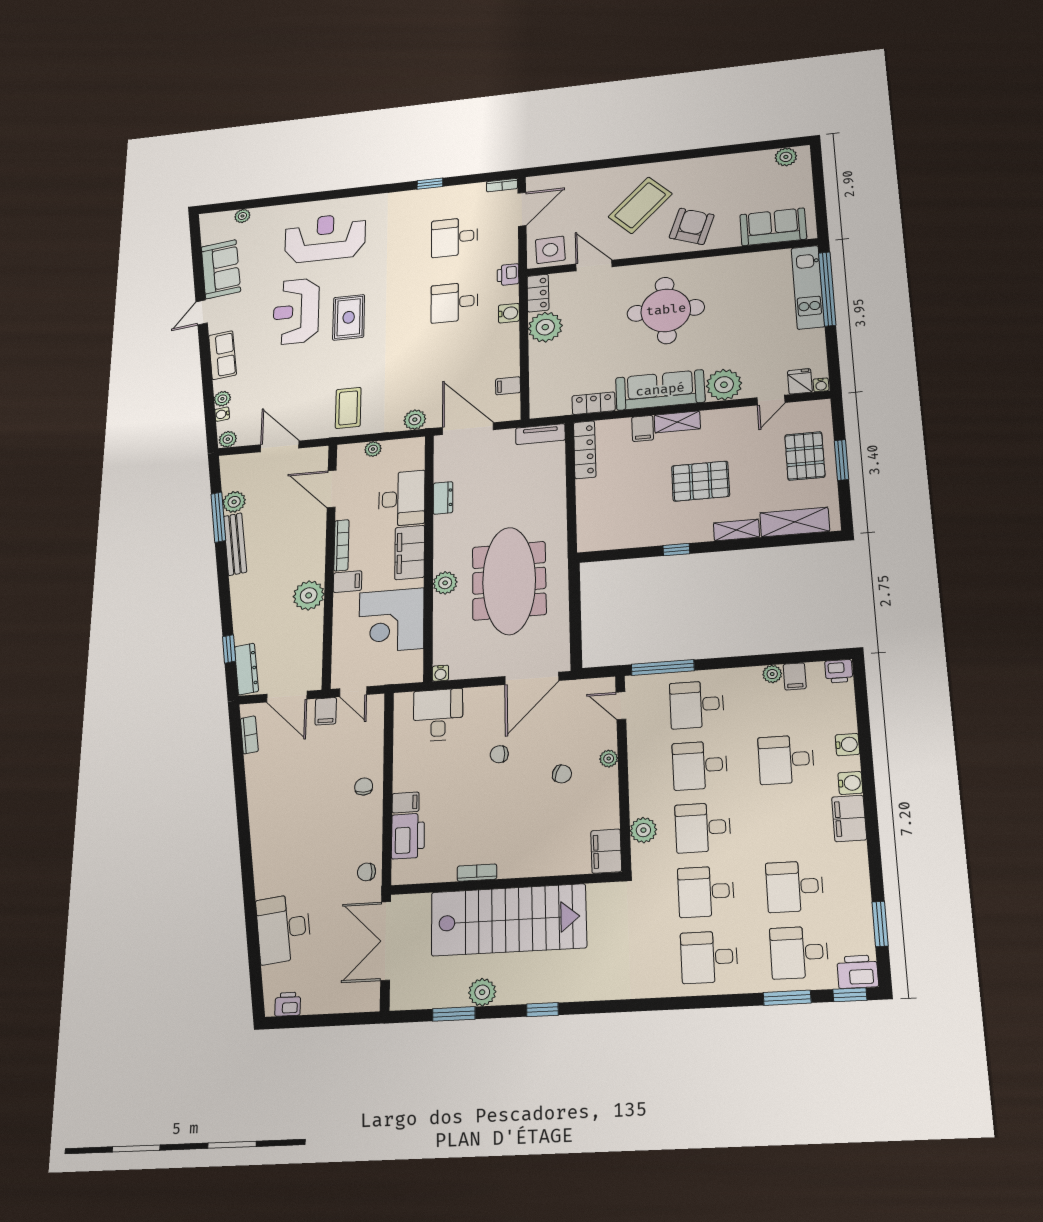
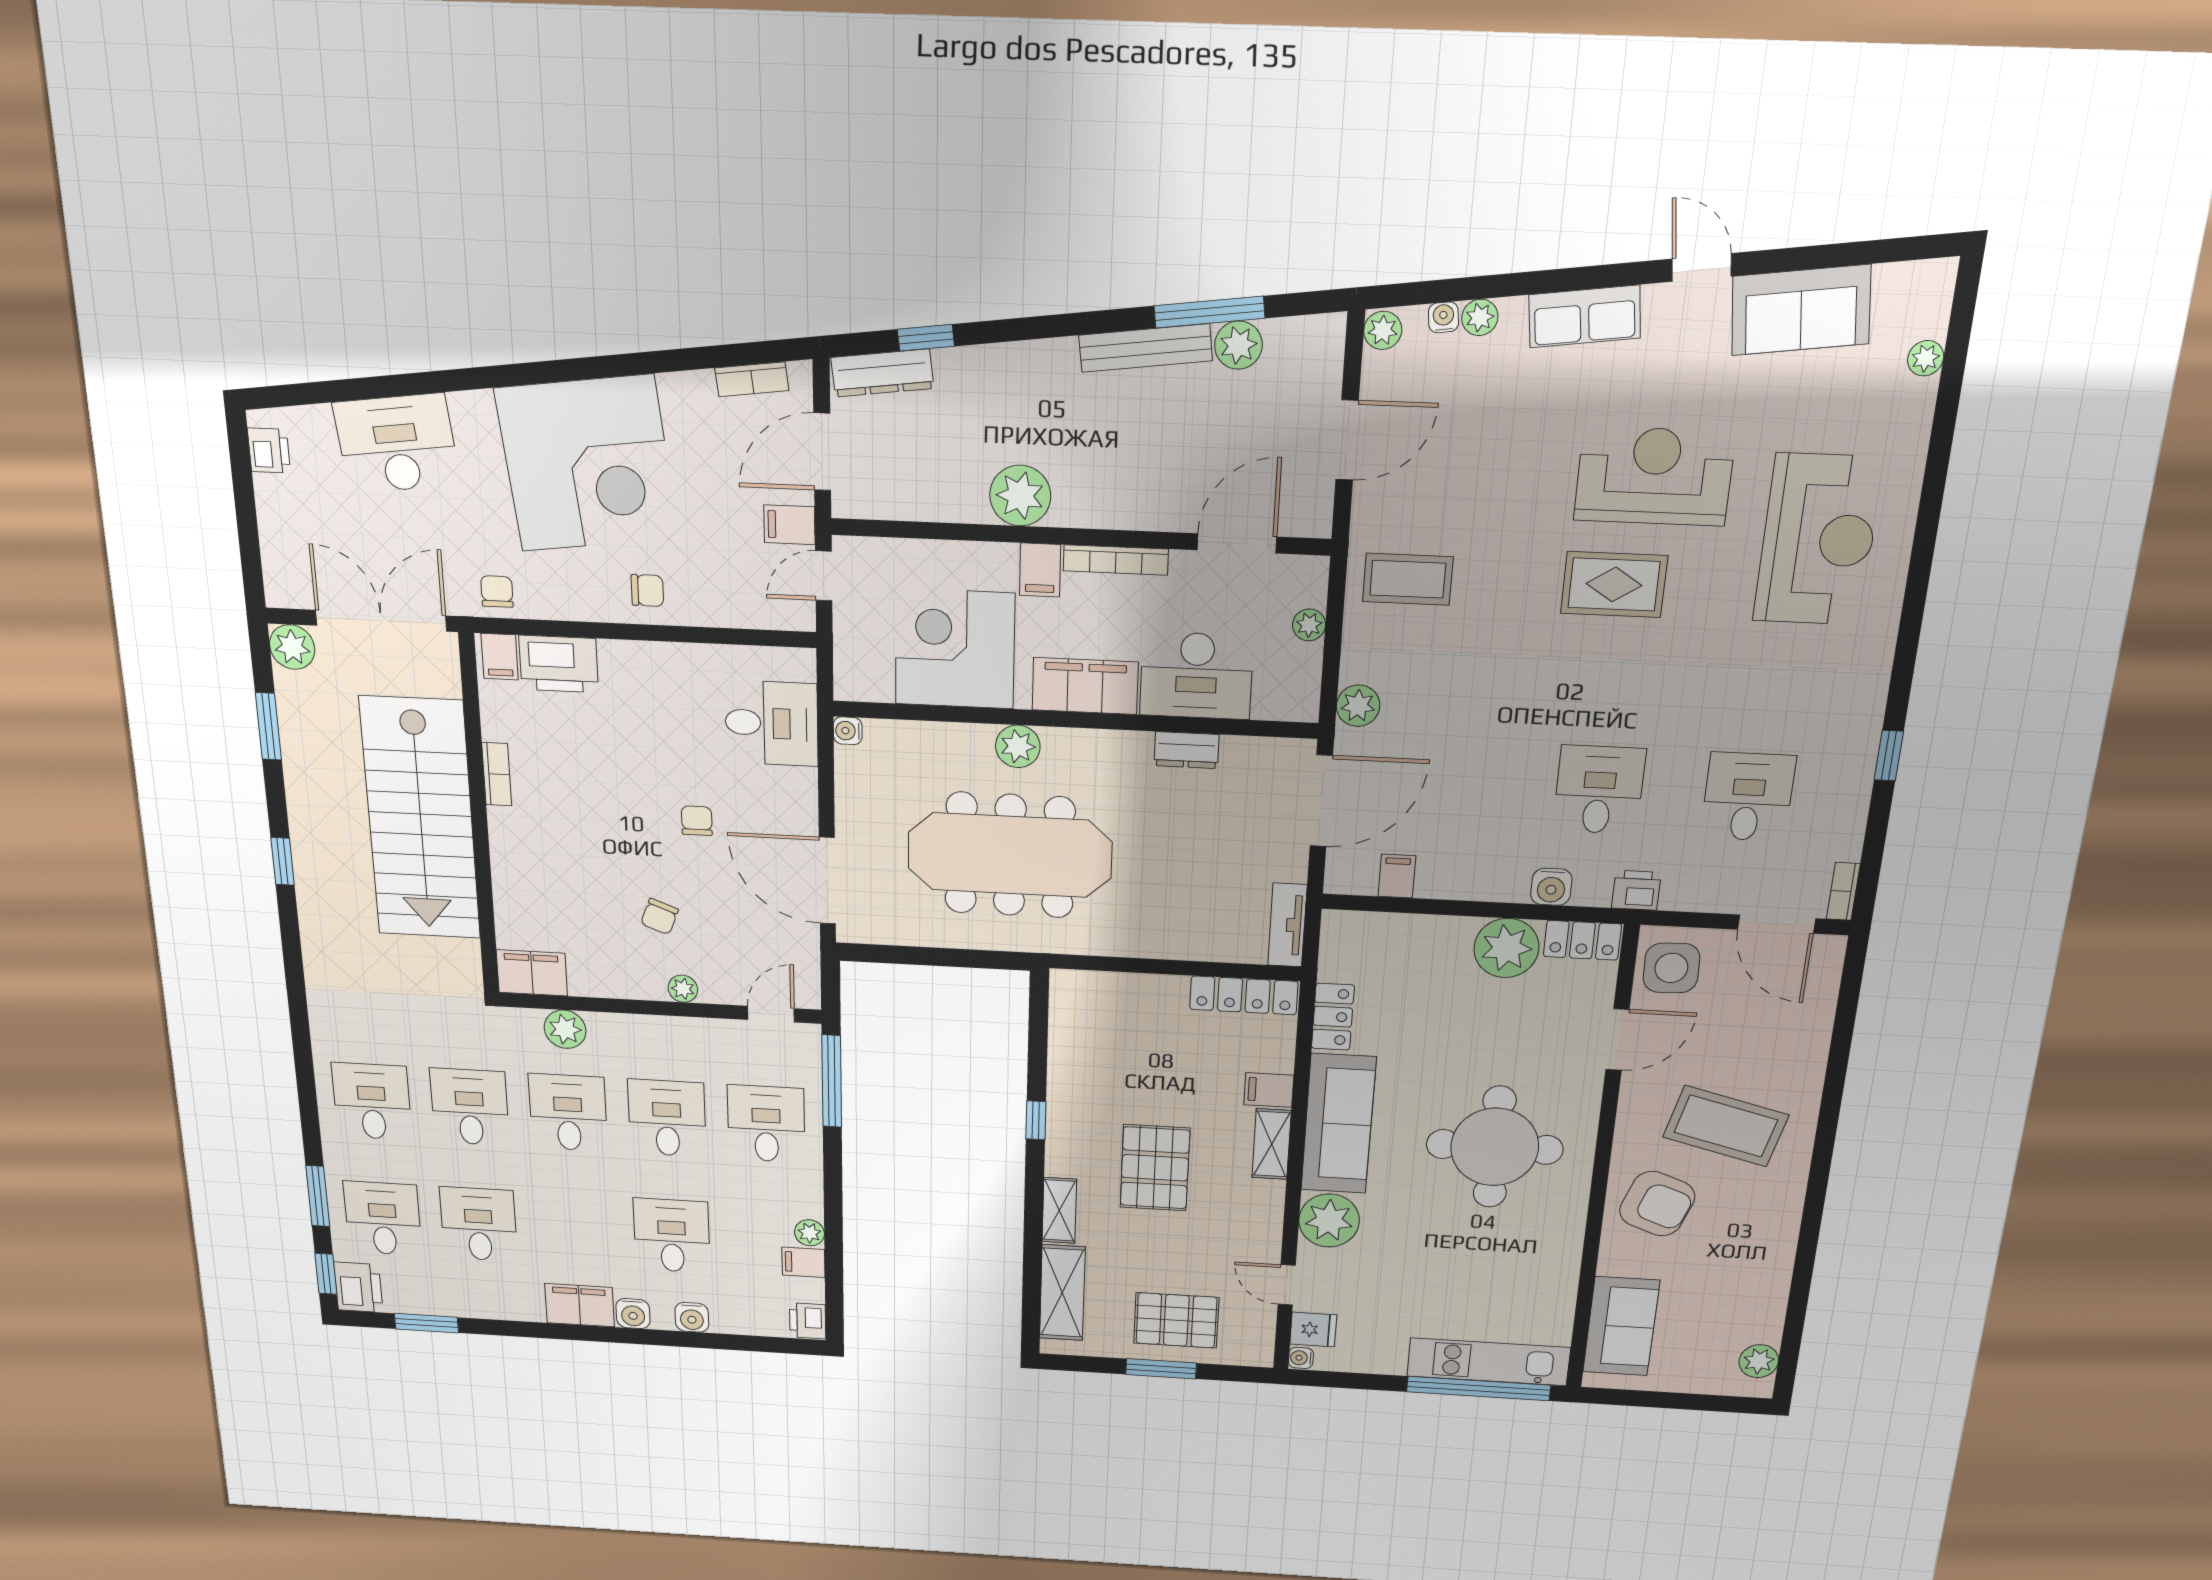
coffee table: (640, 205) -> (1726, 1126), turned -31
filing cabinet: (406, 802) -> (500, 657), moved
corner desk: (294, 821) -> (587, 464), added
plant: (482, 992) -> (292, 647), moved

